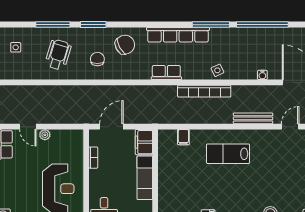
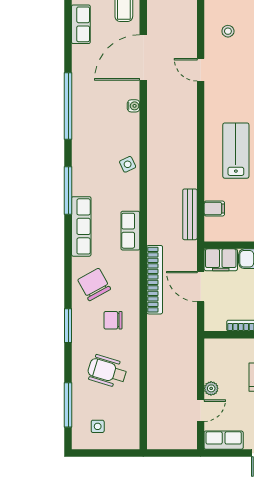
window: (53, 25) -> (68, 405), moved
window: (211, 25) -> (68, 190), moved
row of seats: (178, 35) -> (81, 226), width x0.73
bookcase: (204, 91) -> (155, 280), moved
bench: (253, 118) -> (190, 214), moved
door: (111, 127) -> (201, 287), moved
lab bench: (228, 154) -> (236, 151), turned 180

